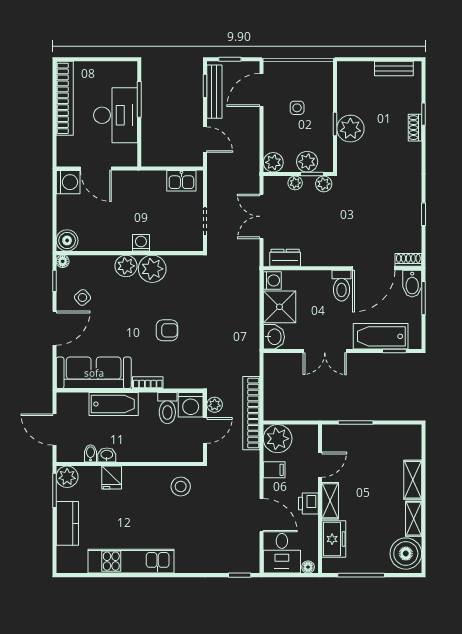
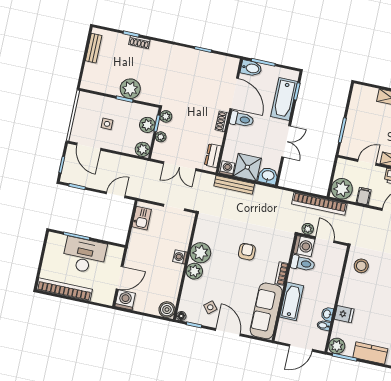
bench: (214, 92) -> (234, 185), moved
shoe rack: (408, 260) -> (222, 121), moved
door: (320, 465) -> (367, 162), hinge flipped

